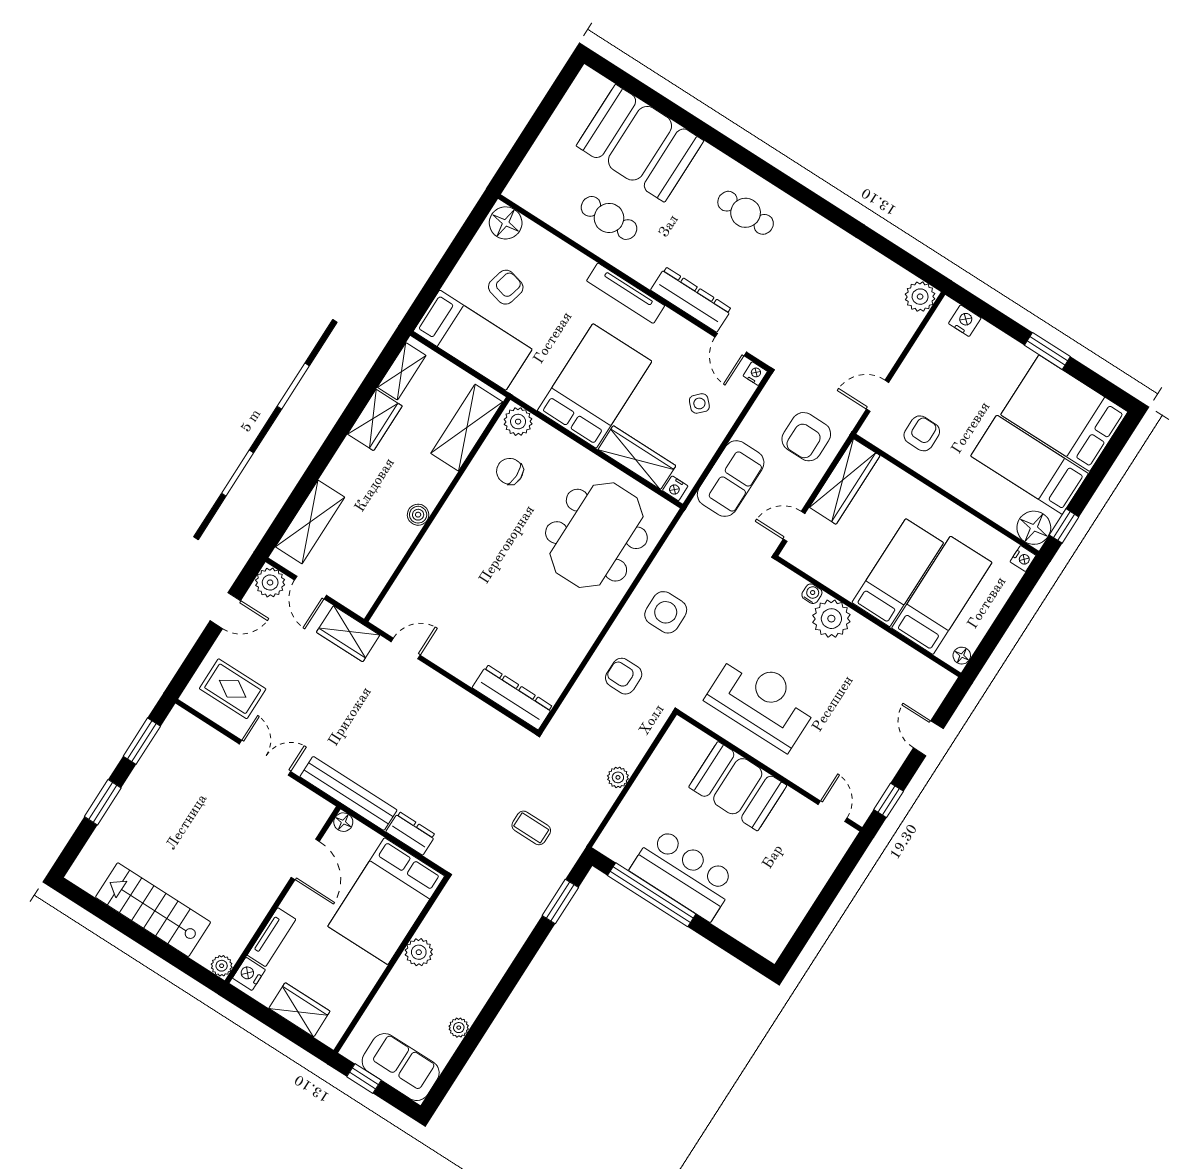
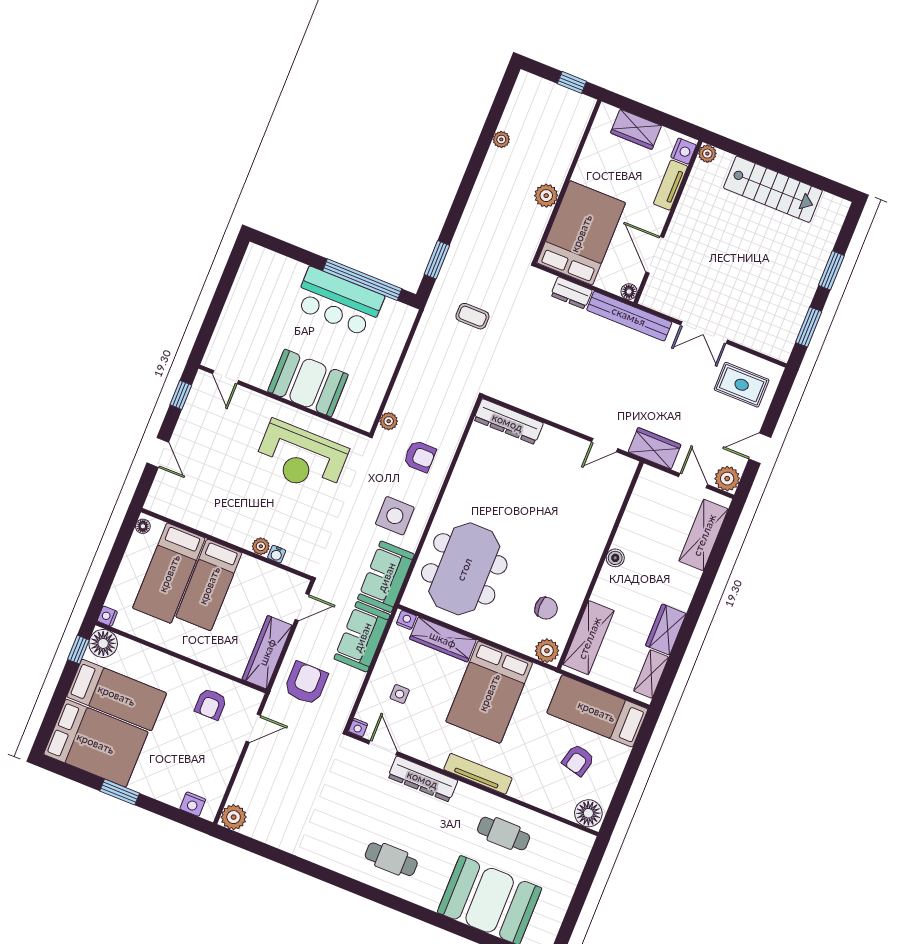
side table: (699, 403) -> (400, 694), turned 45
plant: (831, 619) -> (261, 546), width x0.53, depth x0.53
plant: (618, 777) -> (389, 421), moved
sofa: (401, 1067) -> (386, 577), moved, turned 90

